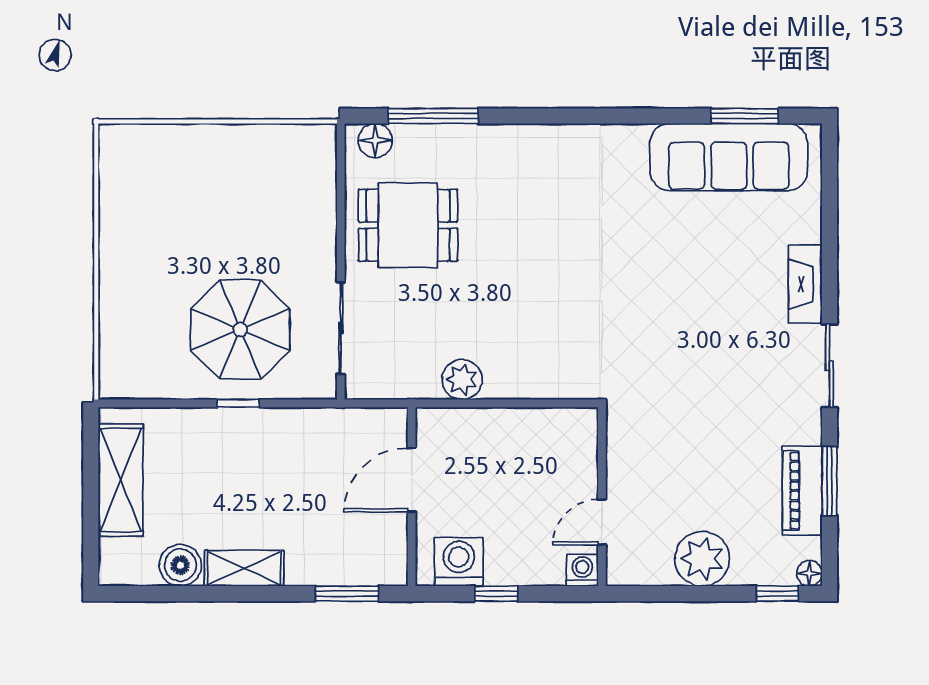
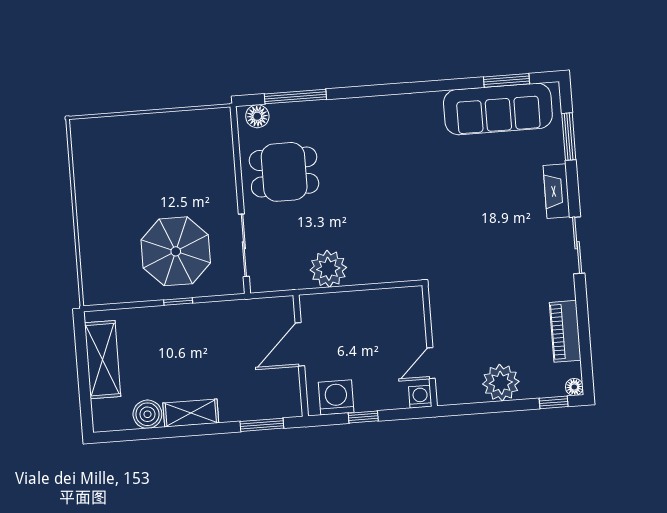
plant: (462, 380) -> (328, 269), width x1.36, depth x1.36
window: (830, 481) -> (569, 136), moved

